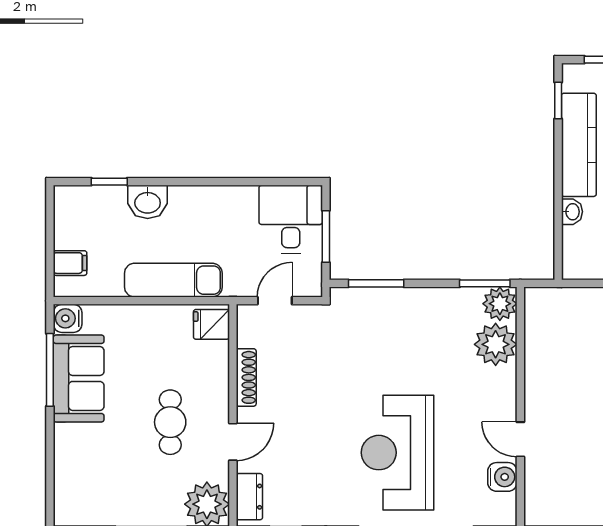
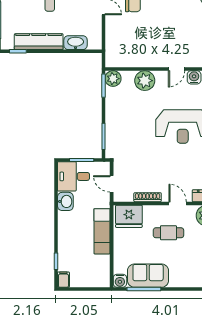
washbasin: (148, 202) -> (65, 201), moved
washbasin: (572, 212) -> (76, 43), width x1.91, depth x1.45
filing cabinet: (70, 263) -> (63, 280), moved
fridge: (211, 324) -> (129, 216), width x1.88, depth x1.34
plant: (496, 344) -> (145, 81), moved

